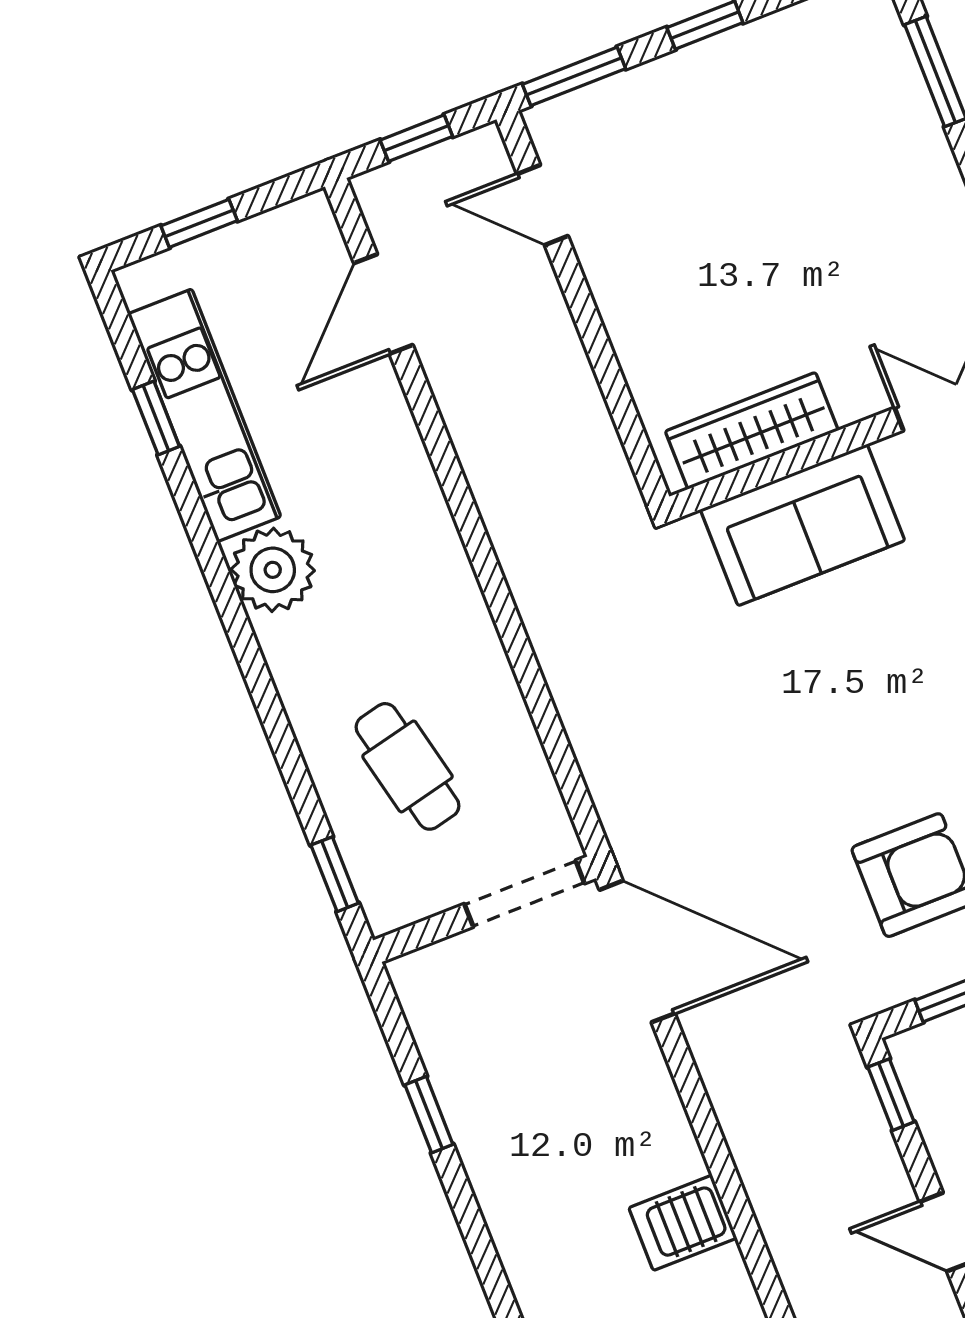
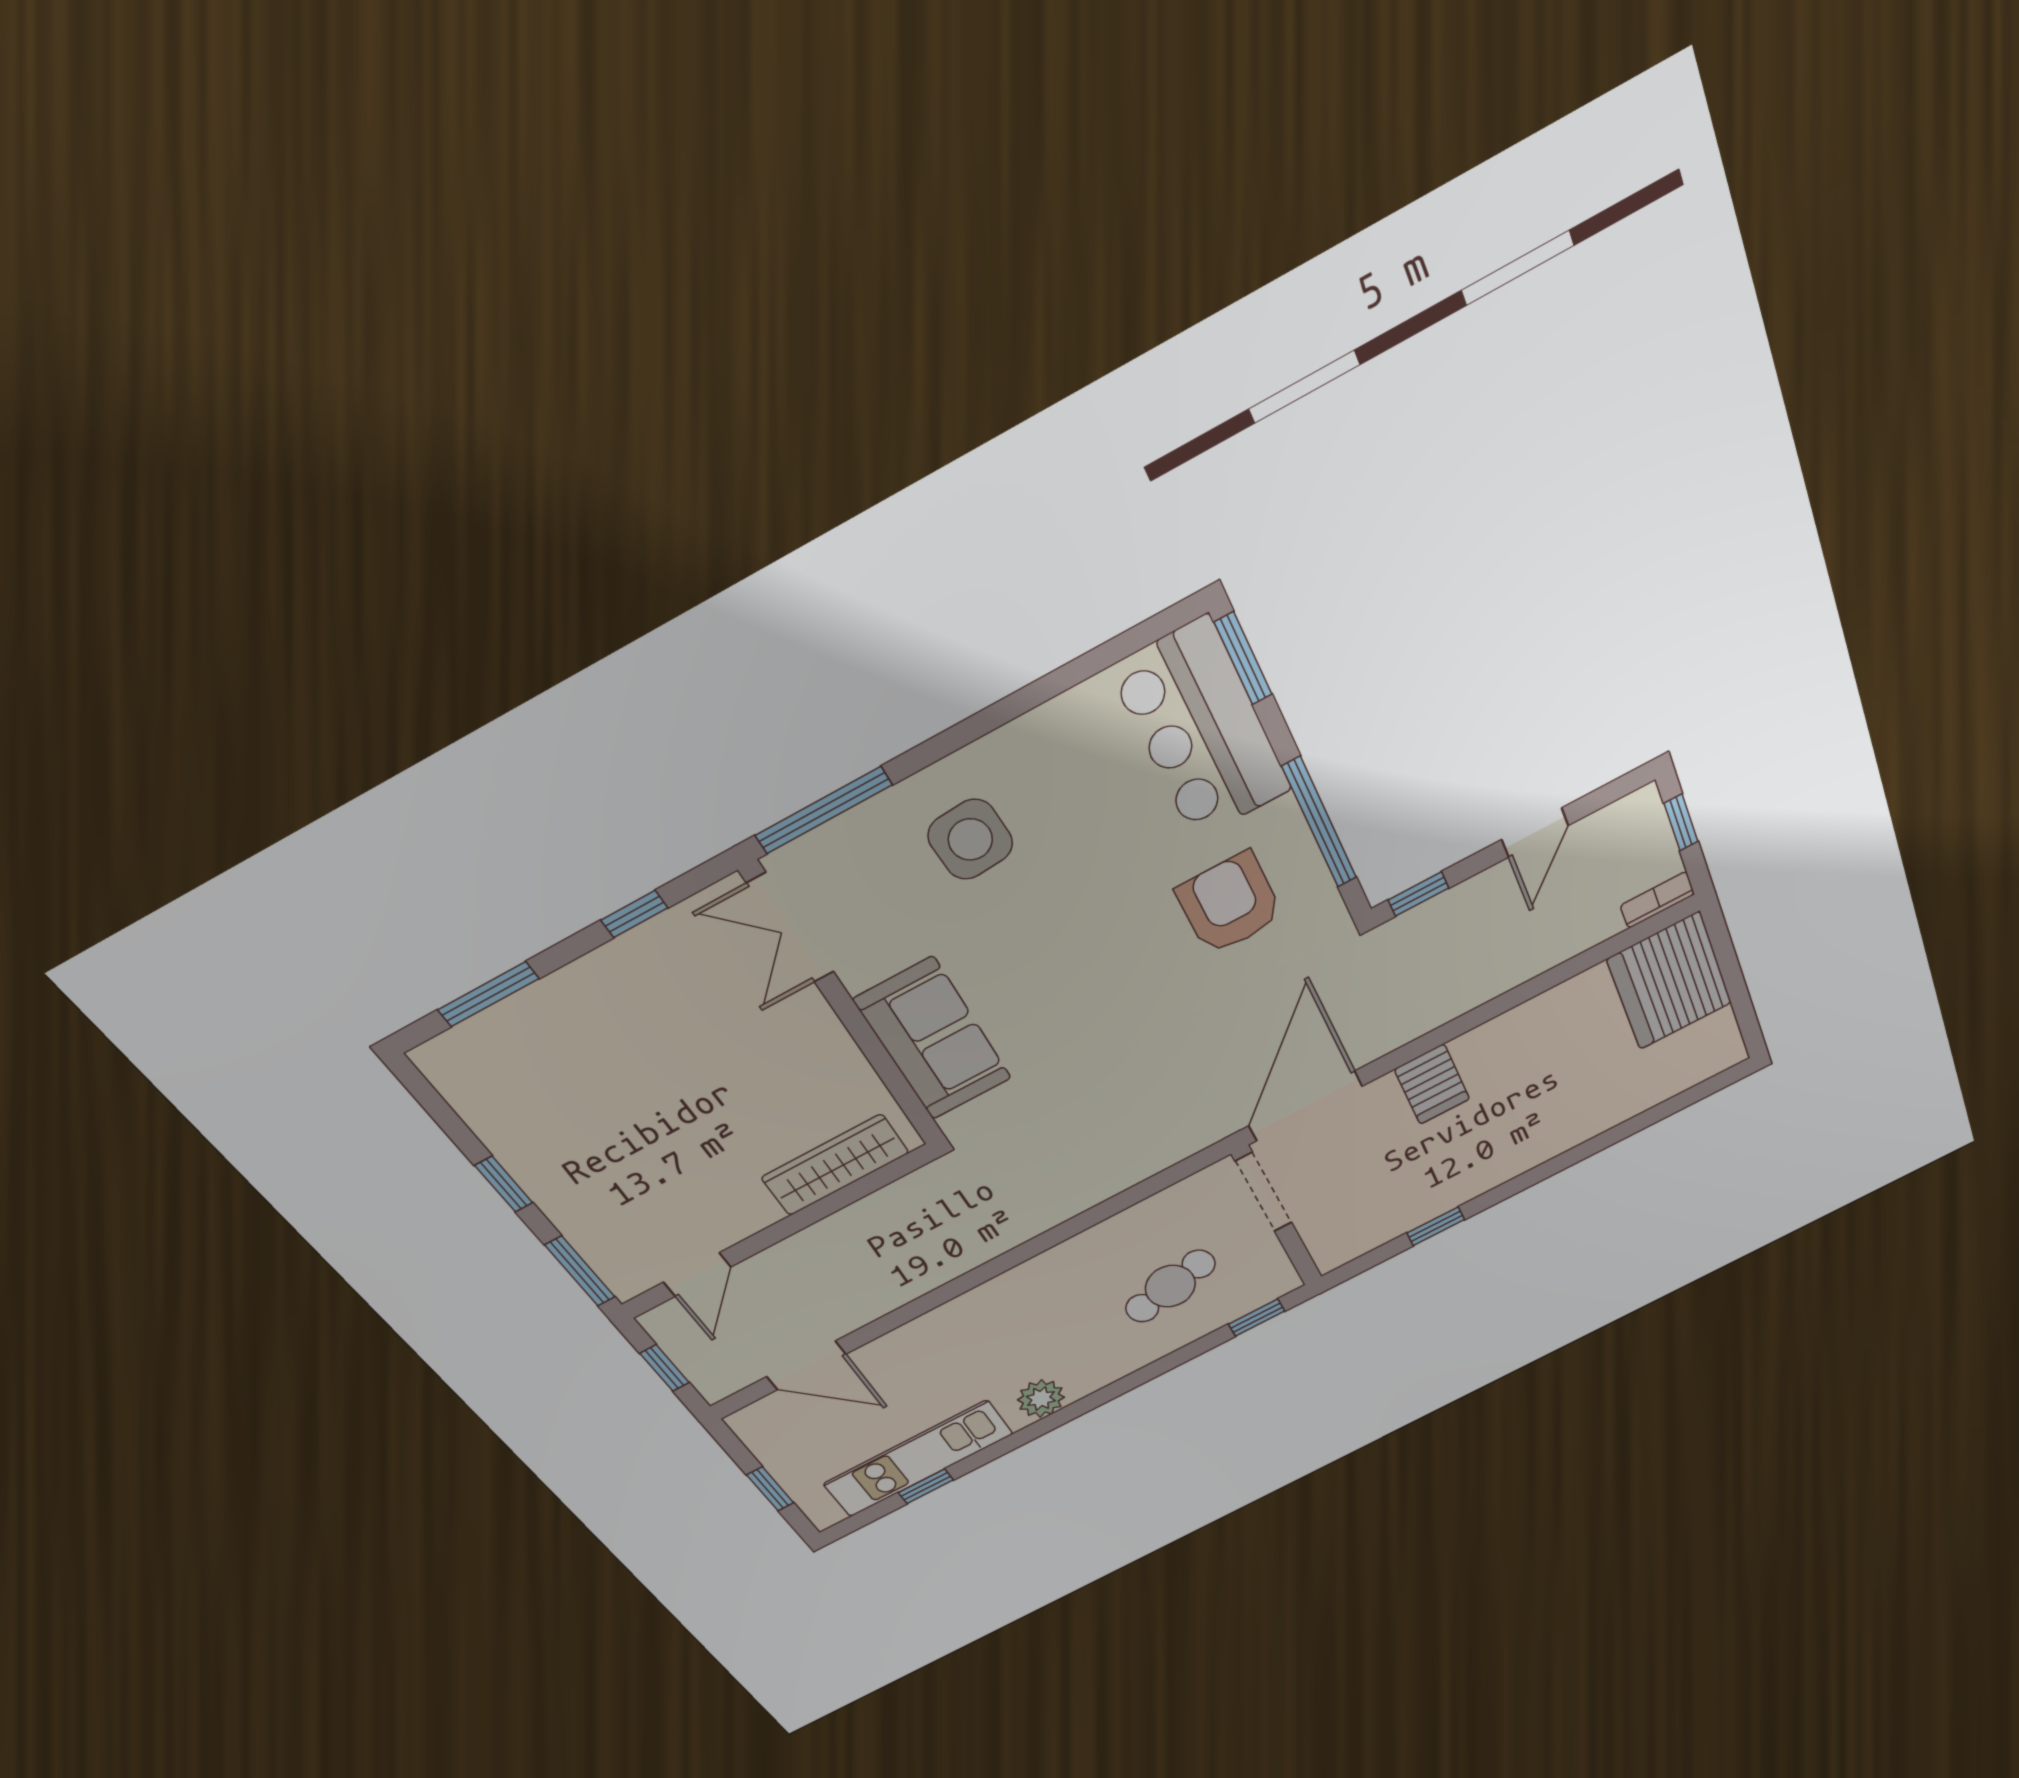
wardrobe: (752, 431) -> (835, 1165), moved, turned 90
plant: (273, 570) -> (1041, 1399), width x0.73, depth x0.73
server rack: (683, 1223) -> (1432, 1084), moved

